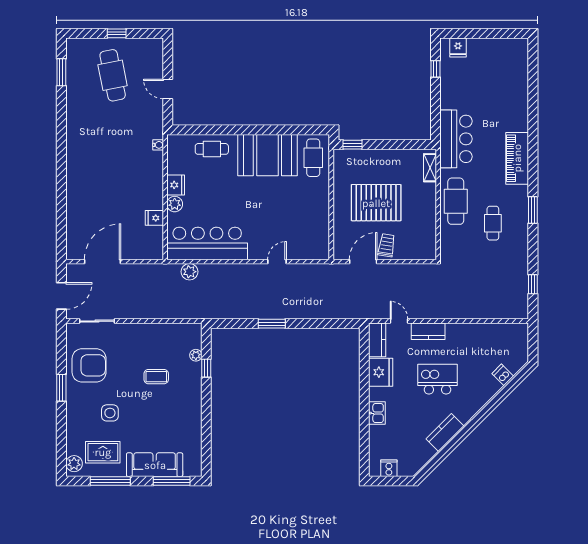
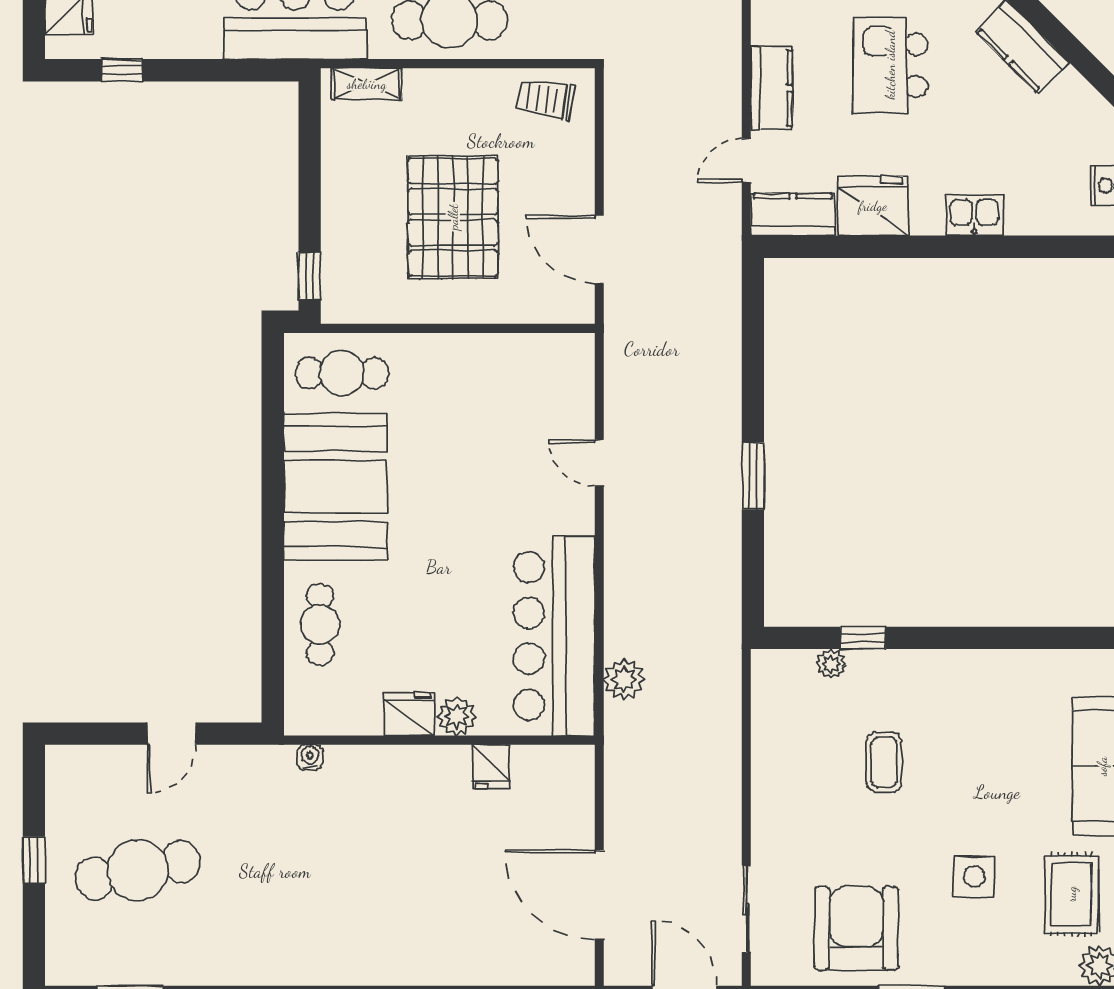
trolley: (387, 245) -> (545, 99), moved

